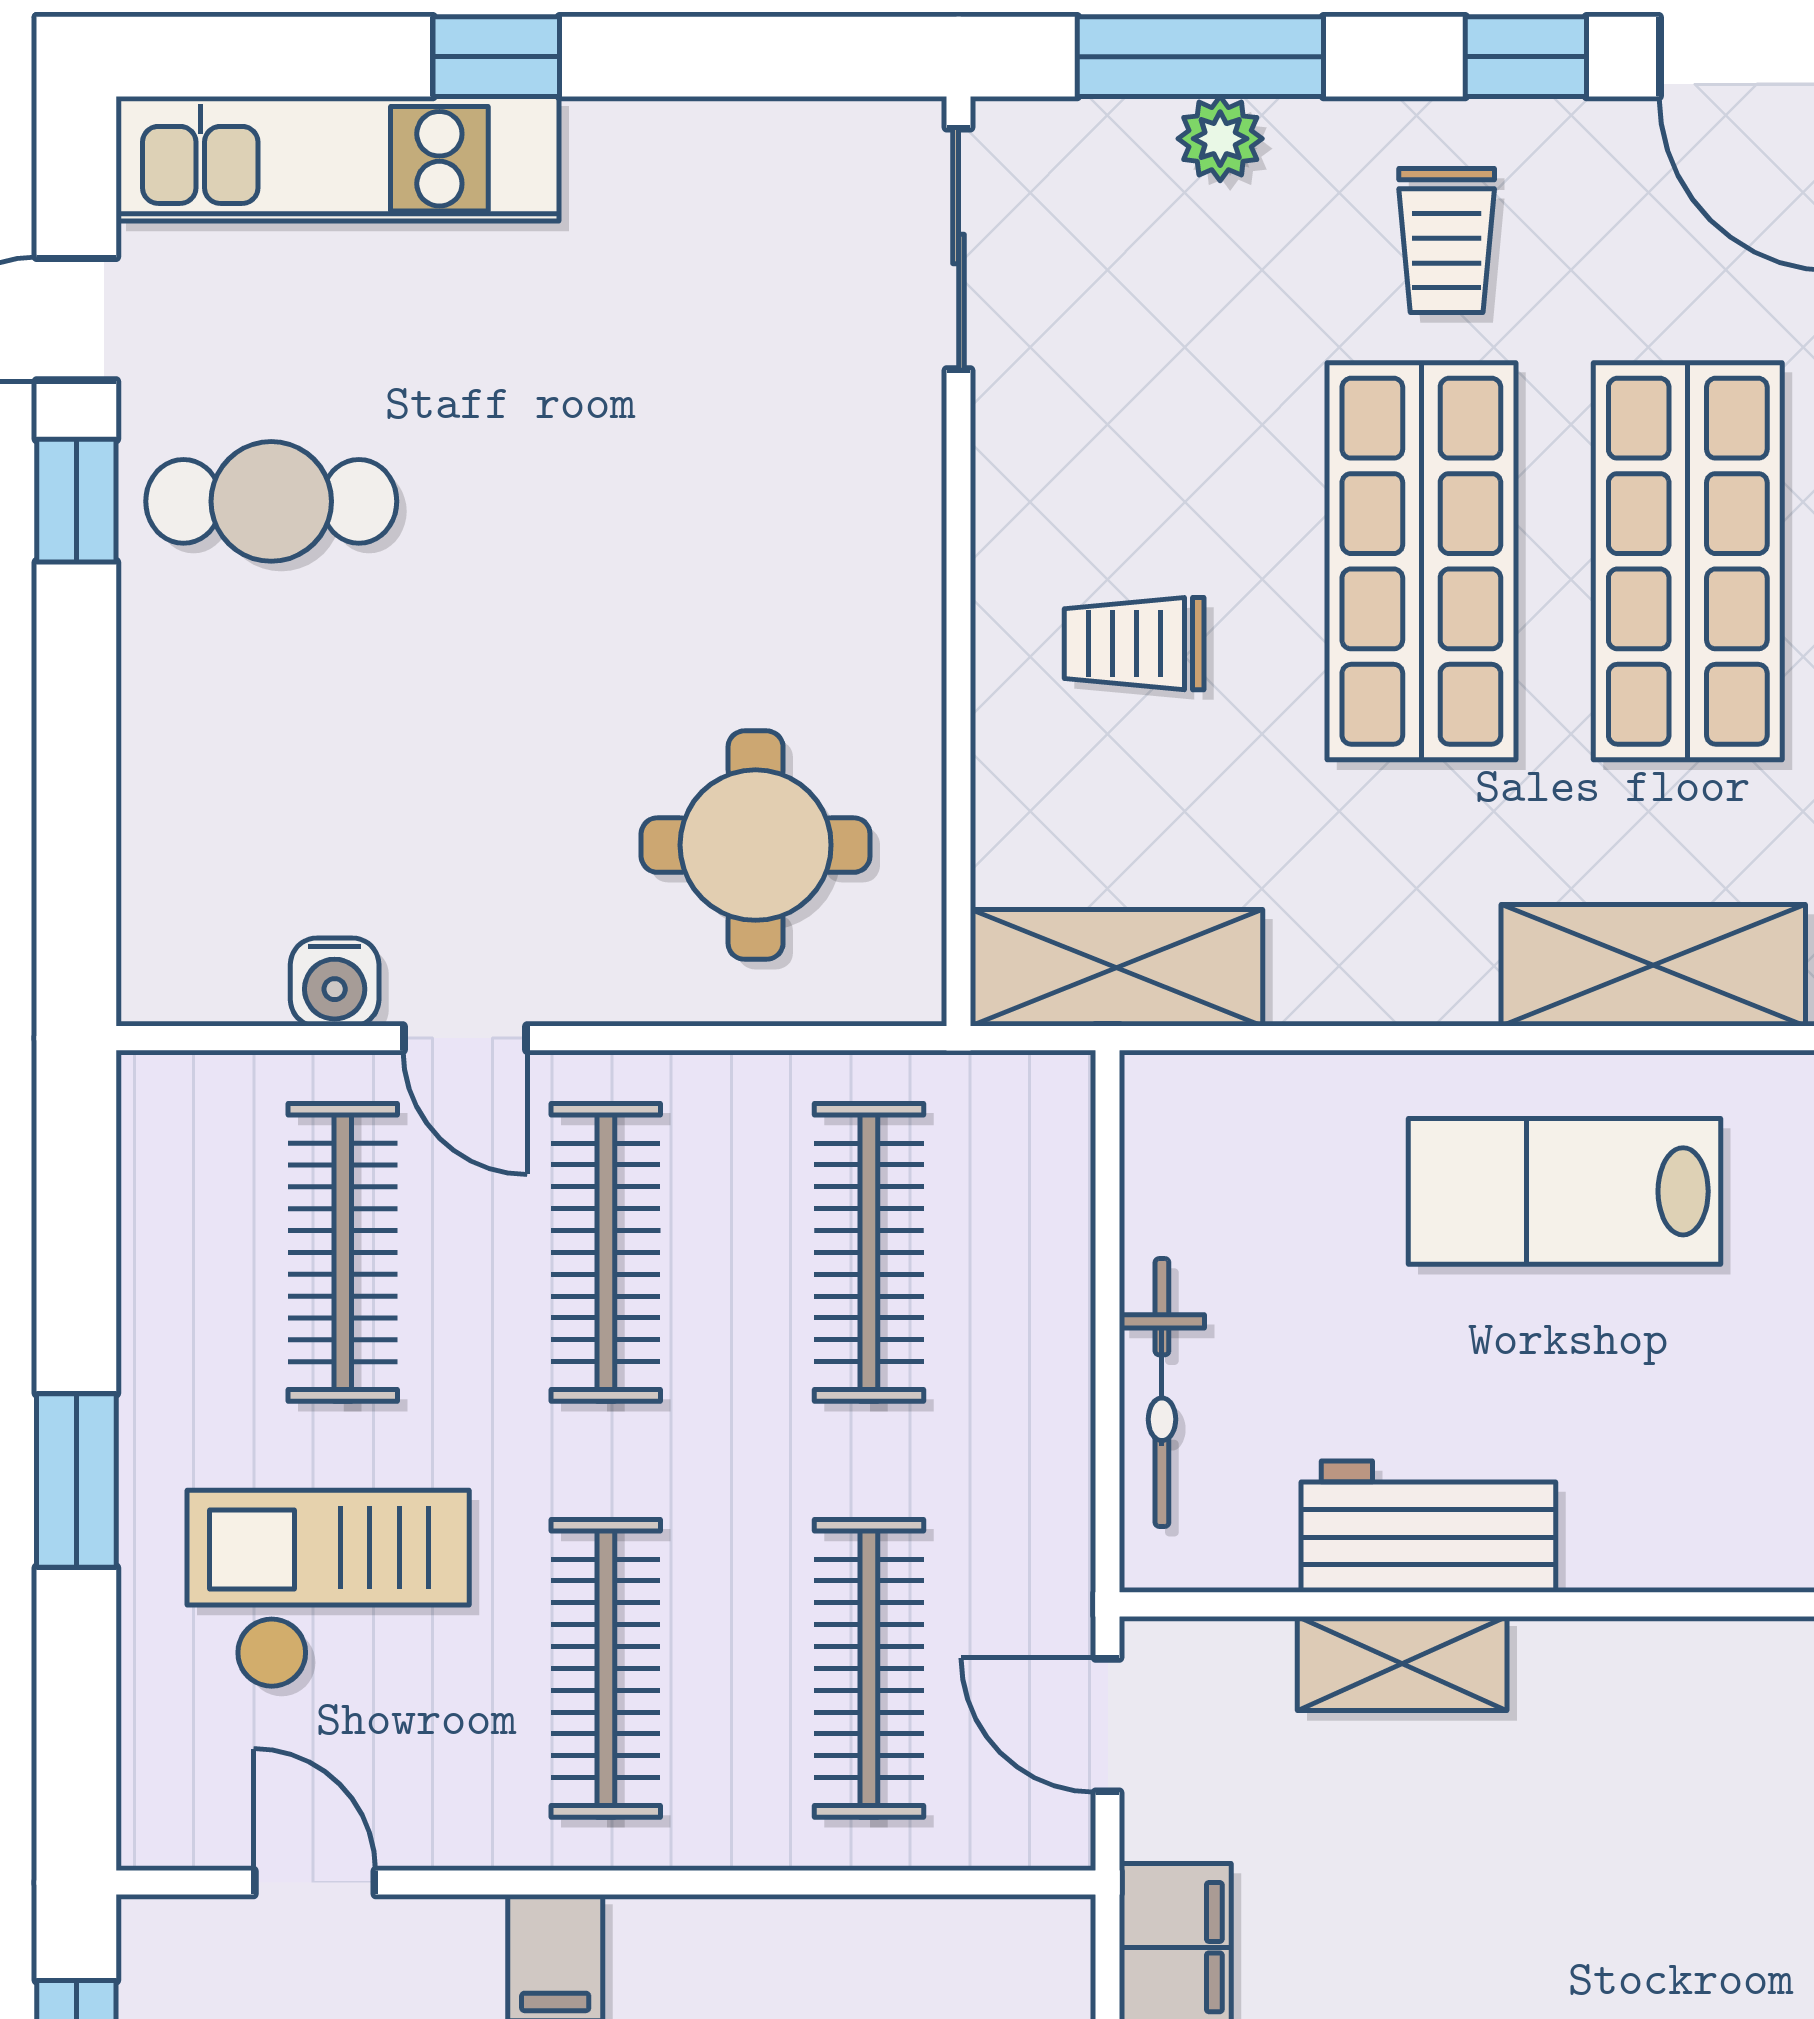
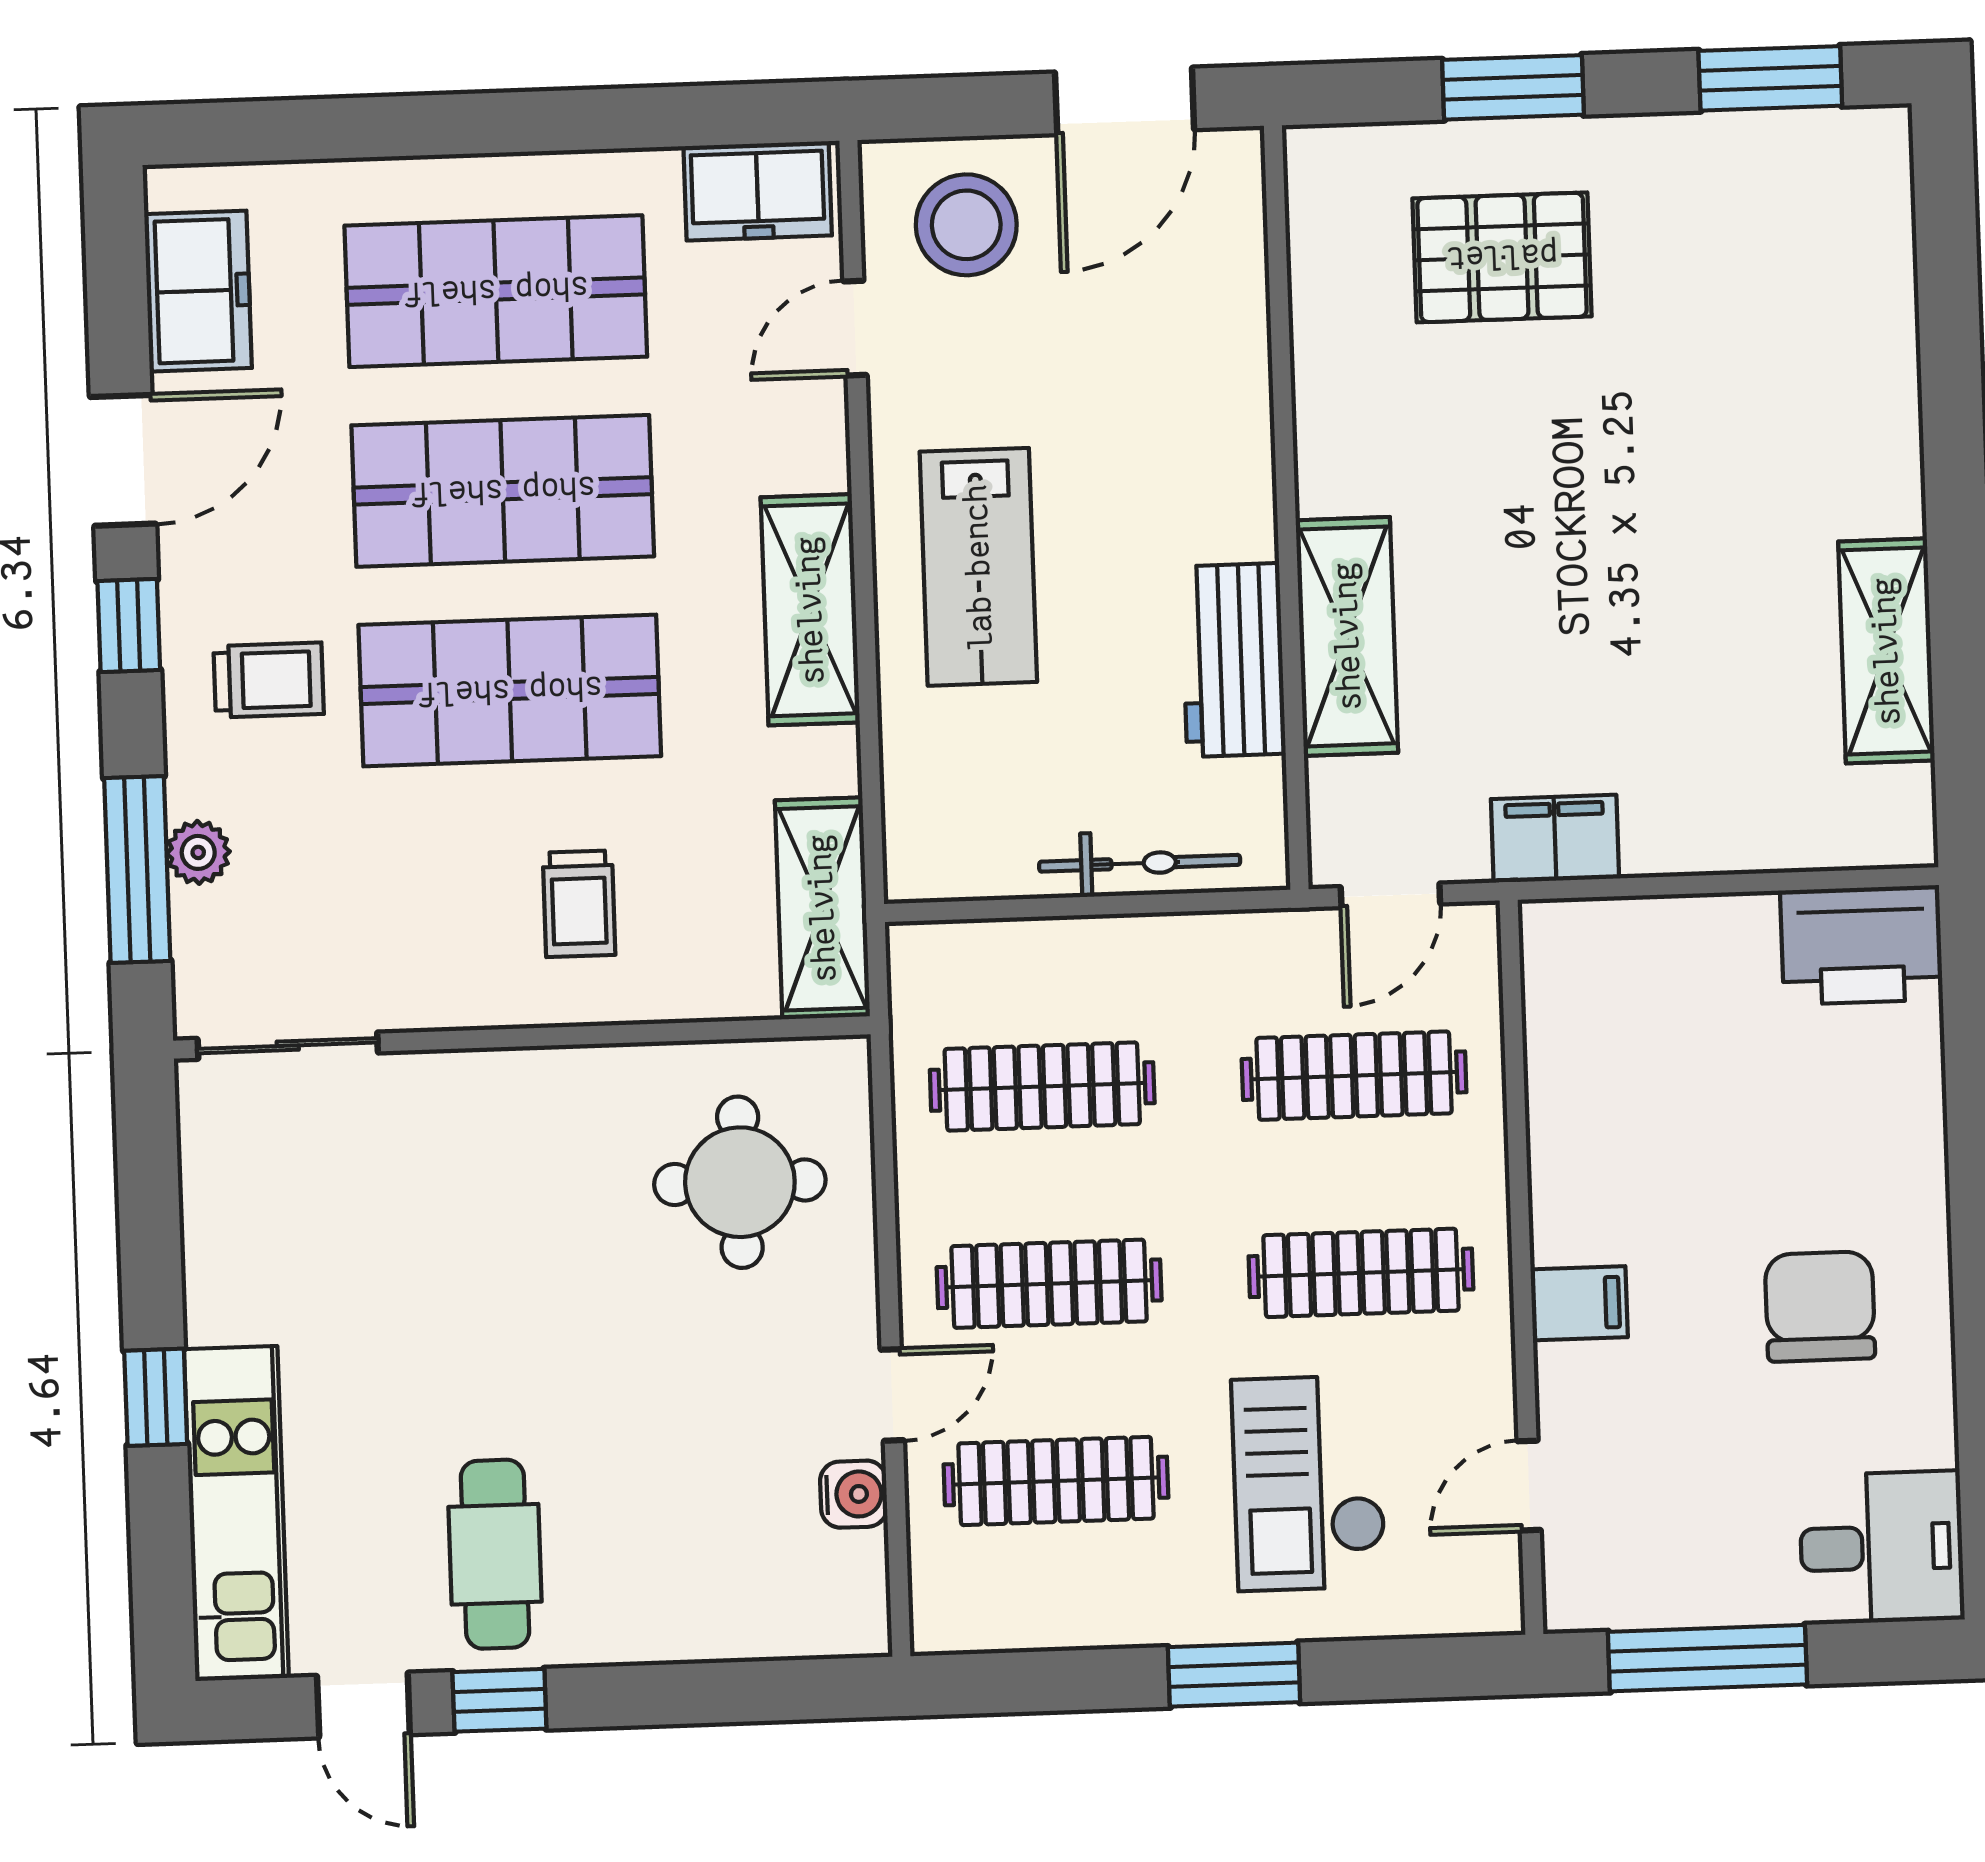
shelving: (1653, 965) -> (810, 610), moved
shelving: (1402, 1663) -> (1347, 636), width x1.50, depth x1.33

